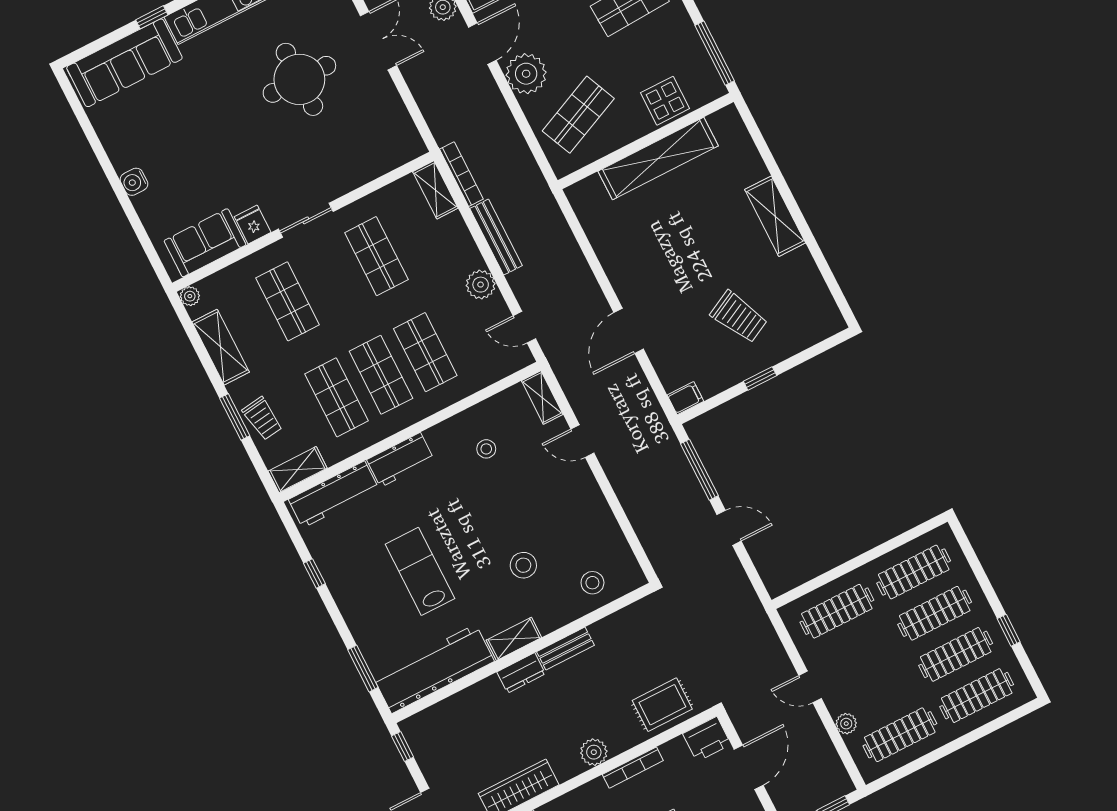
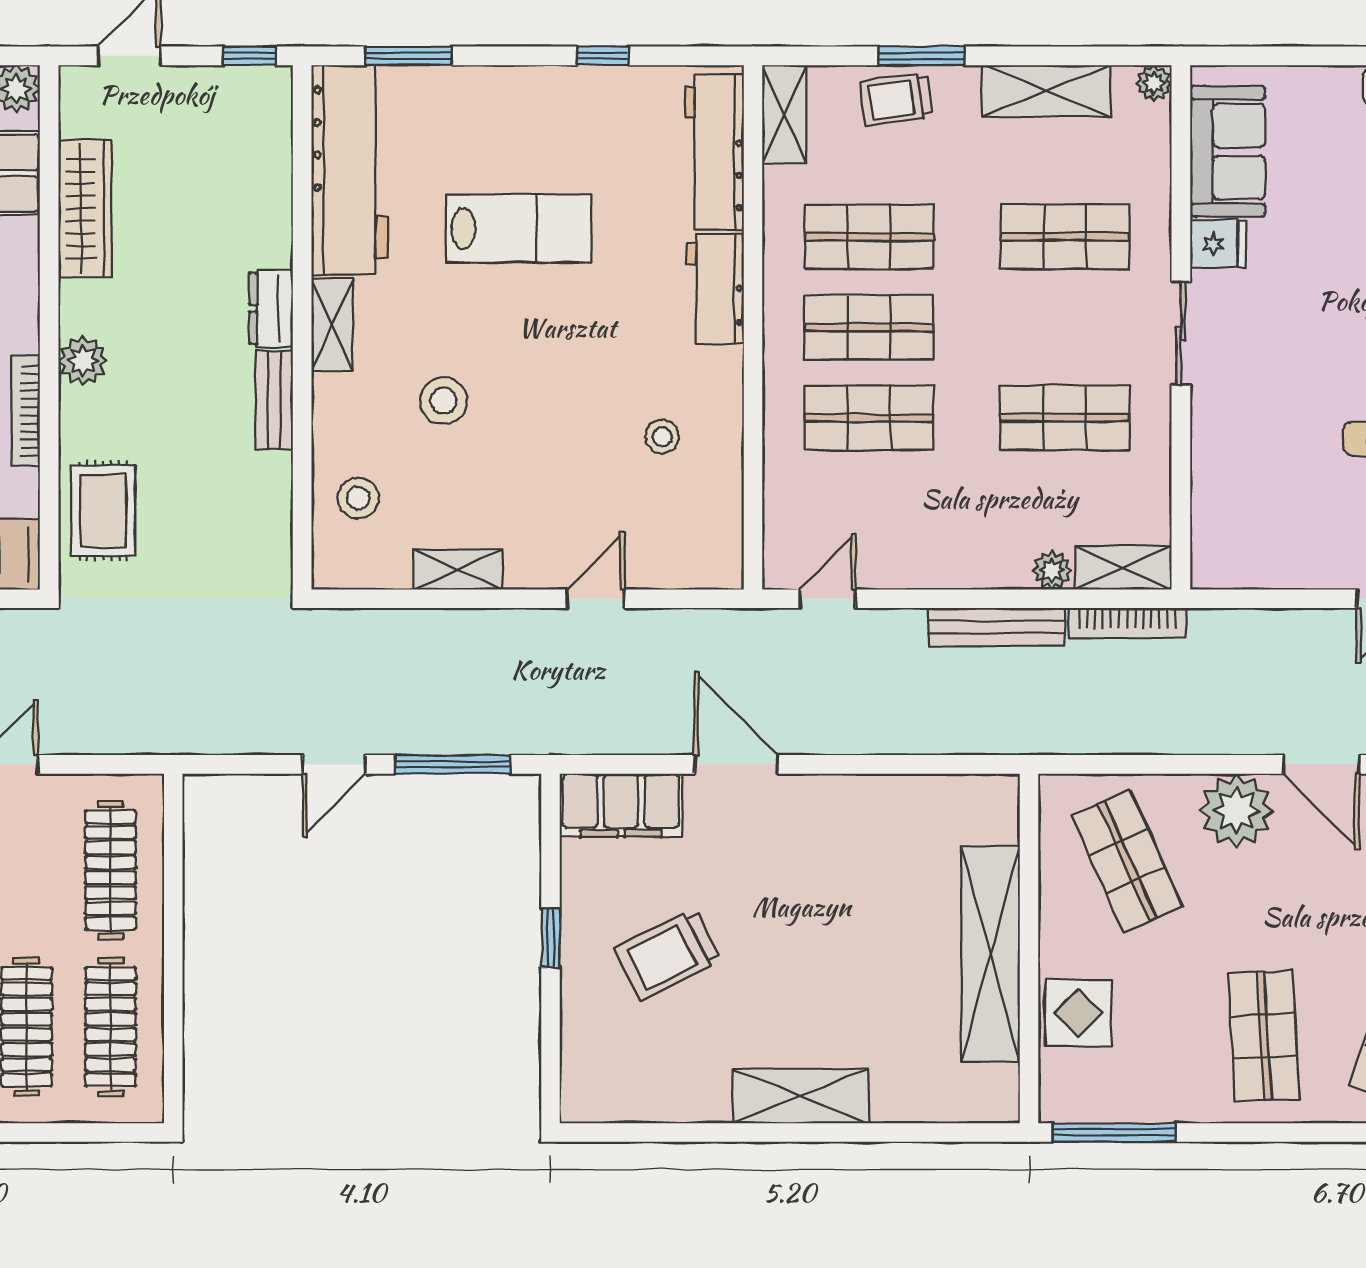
plant: (481, 285) -> (1052, 570), moved, width x0.73, depth x0.73
shelving: (542, 397) -> (458, 570), moved
filing cabinet: (685, 398) -> (621, 805), width x3.00, depth x1.17

